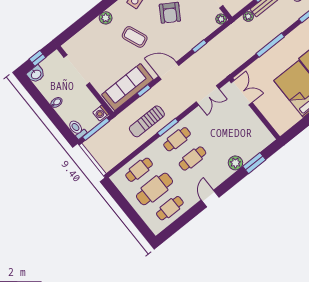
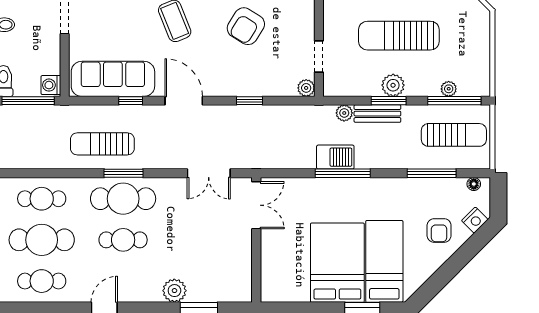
barbecue: (261, 40) -> (335, 157), added
cafe table: (177, 139) -> (123, 199), width x1.37, depth x1.35

